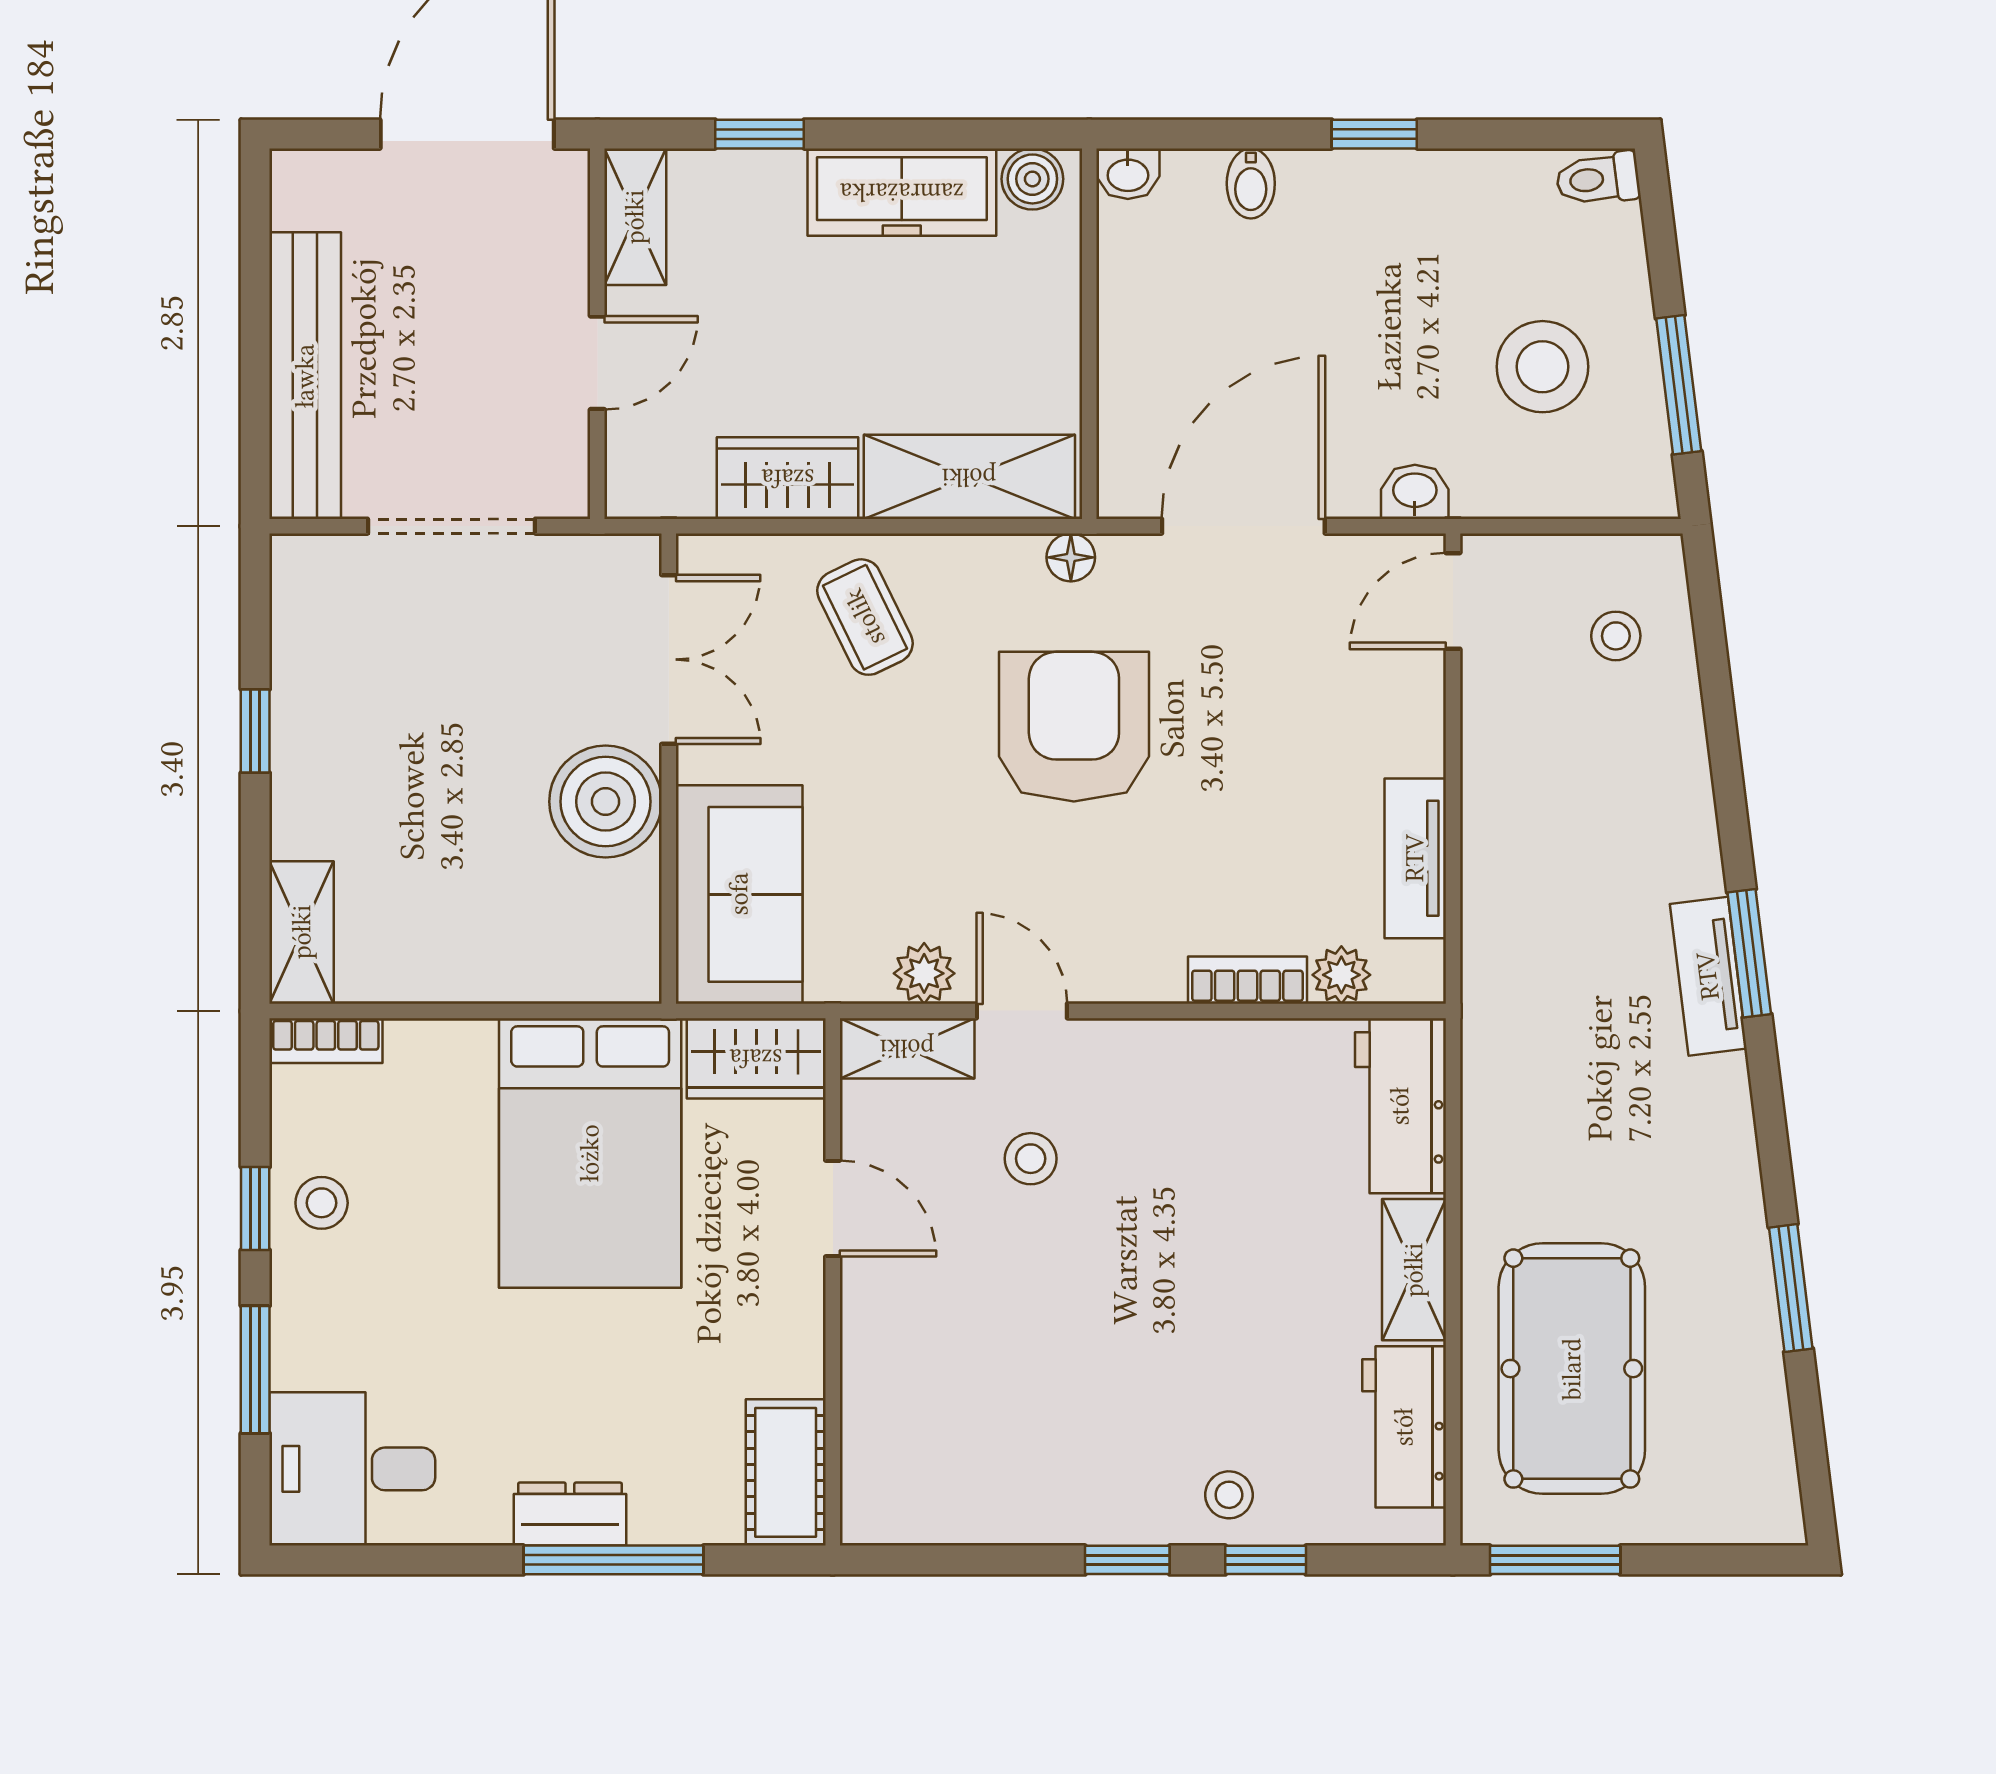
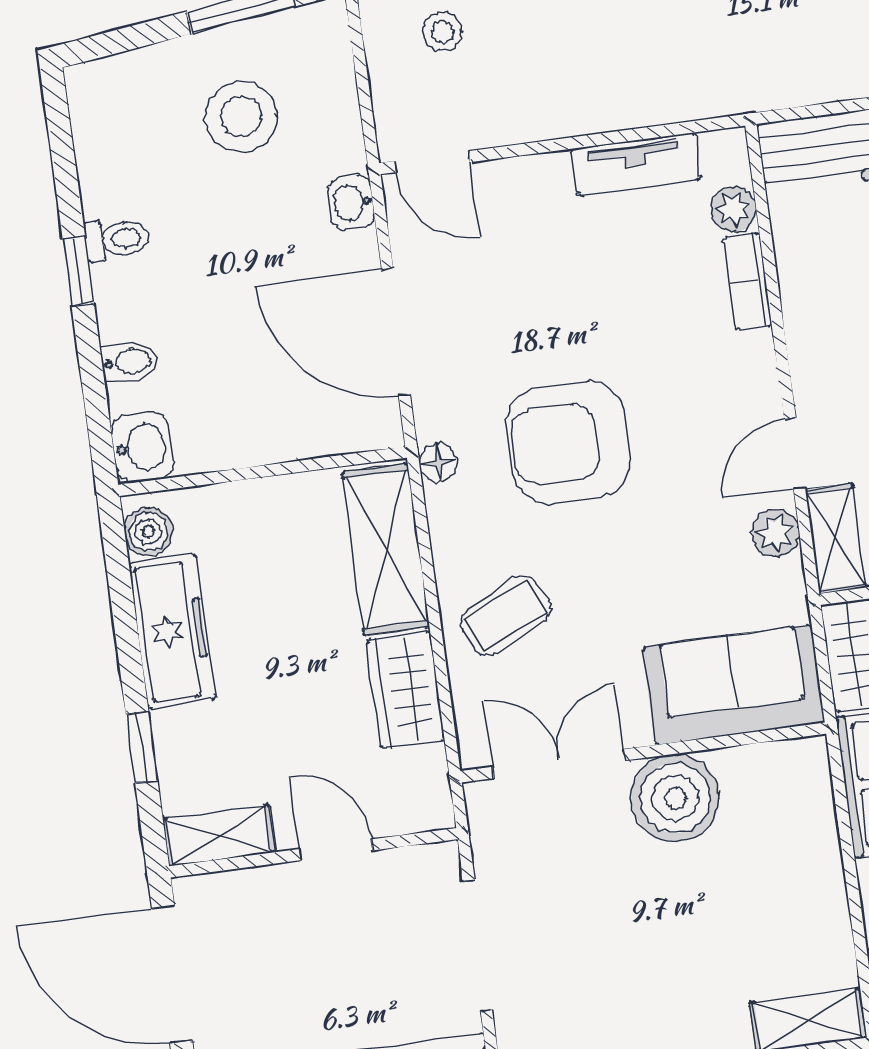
washbasin: (1128, 174) -> (142, 447), width x1.38, depth x1.45
toilet: (1598, 179) -> (117, 239), moved, turned -83

